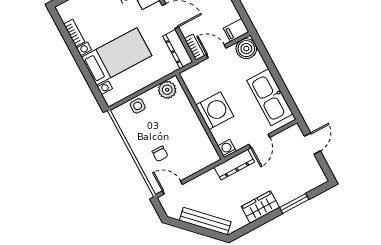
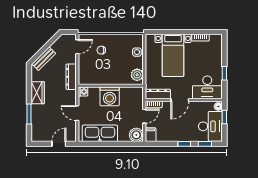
door: (312, 143) -> (59, 144), swing flipped
dresser: (234, 165) -> (71, 77), moved
bench: (205, 221) -> (44, 59), width x0.73

